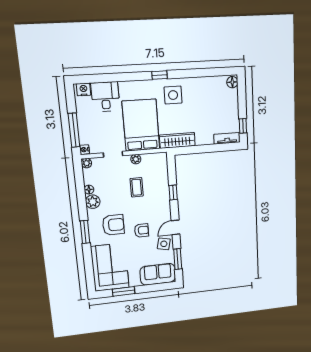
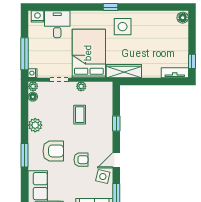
floor lamp: (89, 190) -> (33, 97), moved

